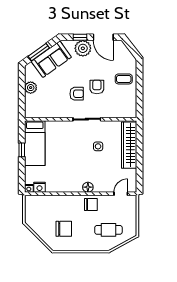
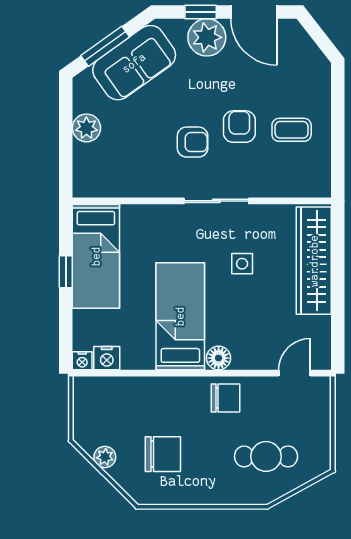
coffee table: (124, 79) -> (292, 130), moved
bed: (71, 169) -> (180, 316), added
plant: (39, 230) -> (105, 457), added

